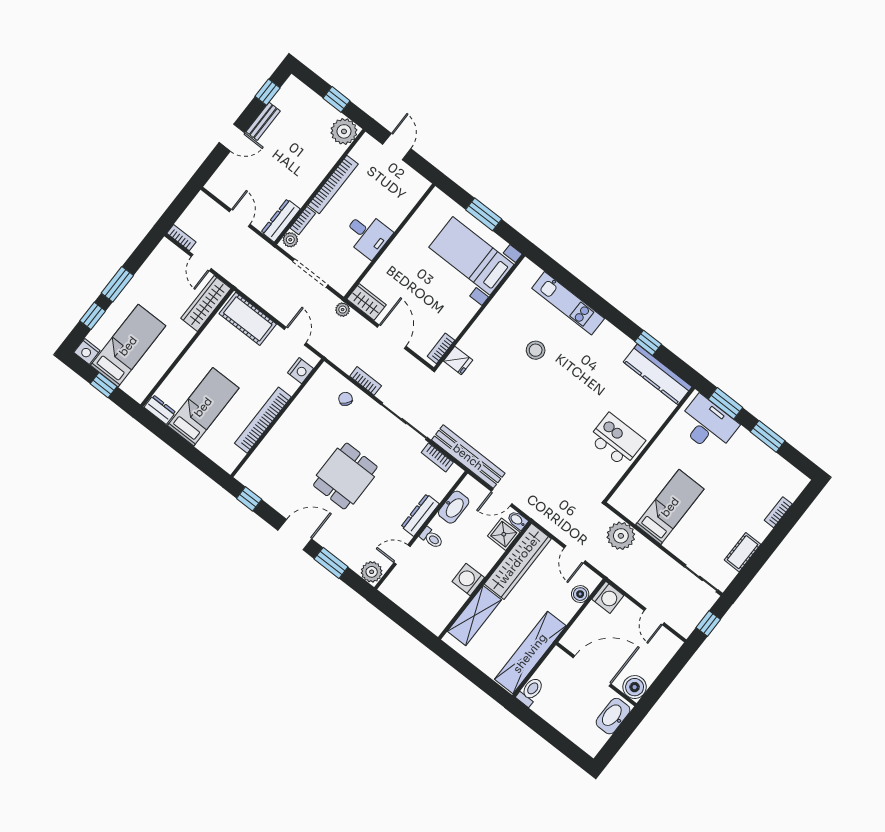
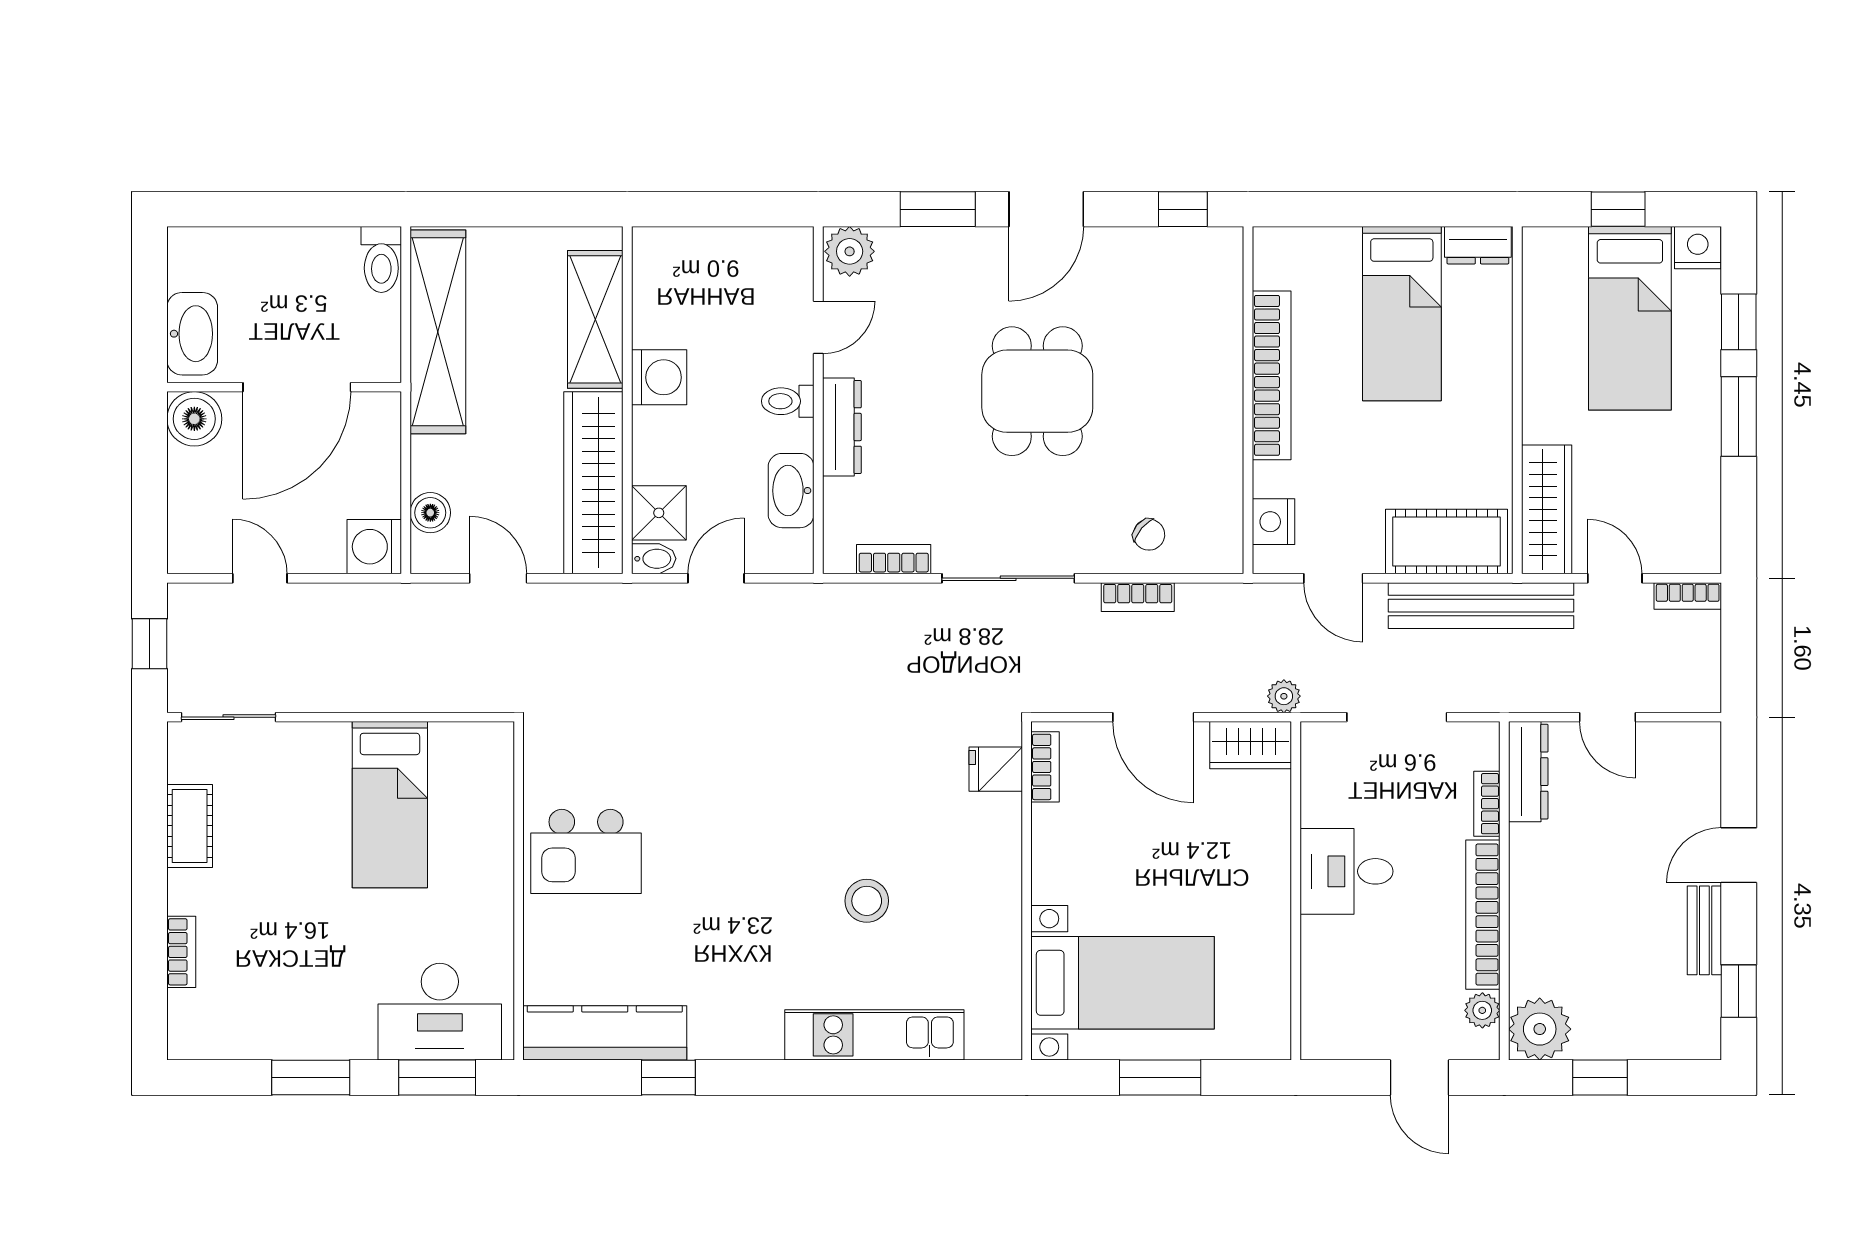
plant: (290, 240) -> (1482, 1010), moved
bench: (468, 457) -> (1481, 606), moved
plant: (621, 536) -> (439, 680), removed

